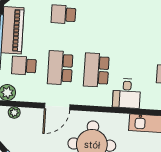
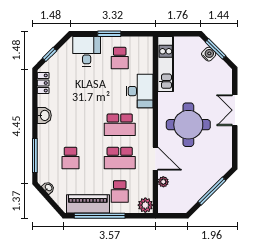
desk: (127, 93) -> (139, 91), width x1.37
plant: (14, 113) -> (163, 182), moved

